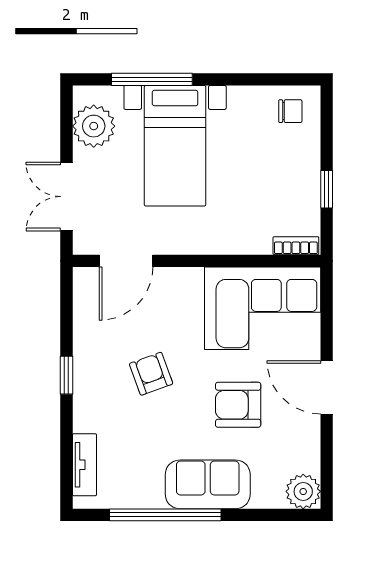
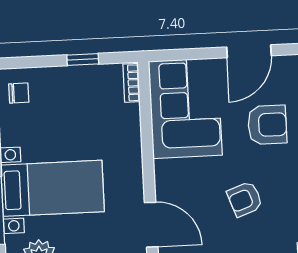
chair: (290, 111) -> (19, 93), turned 90
armchair: (238, 405) -> (267, 125), turned -90

